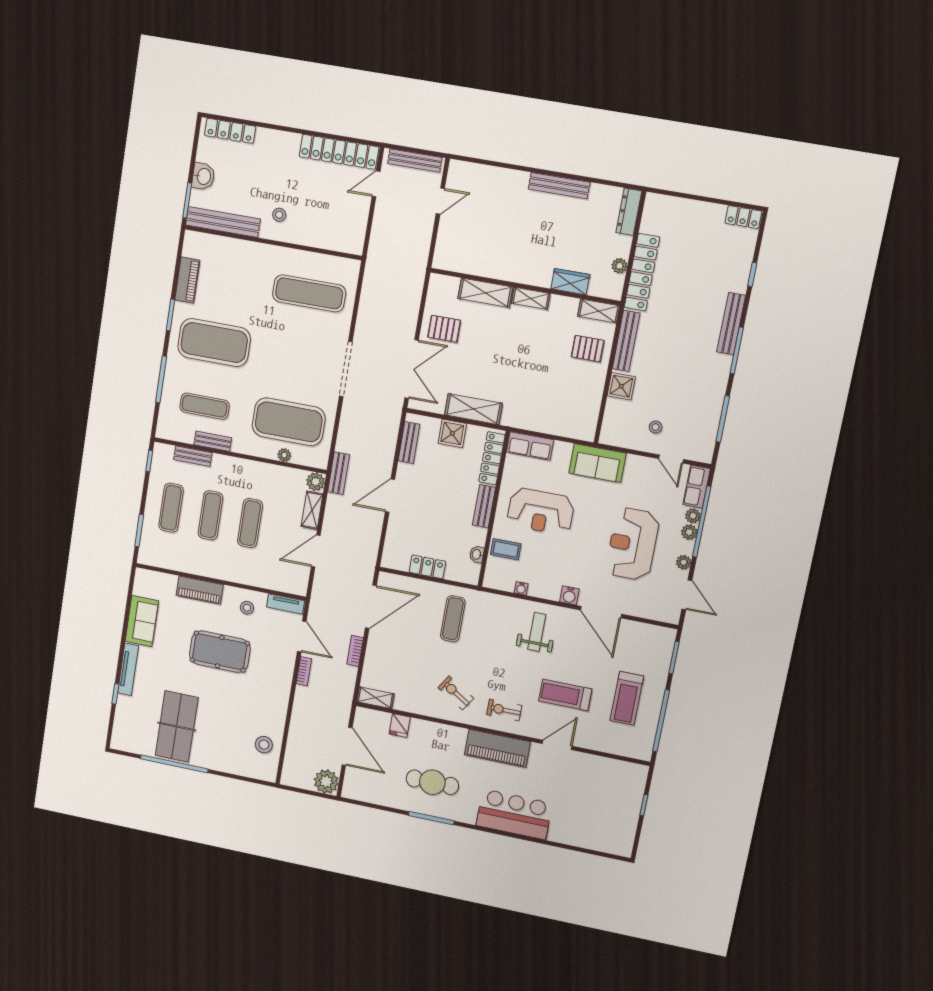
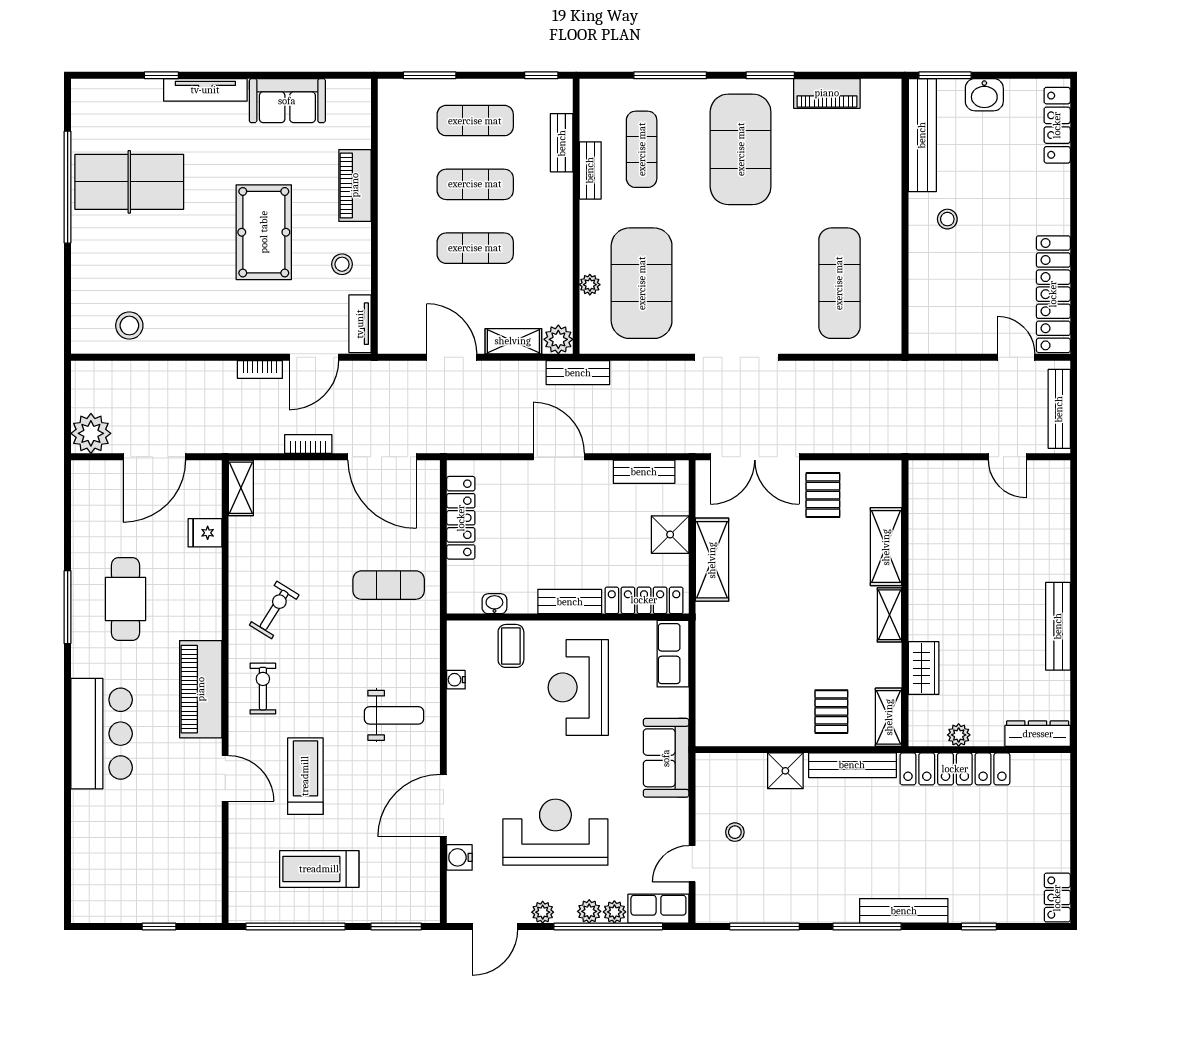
locker: (427, 567) -> (461, 518), width x1.53
water cooler: (569, 595) -> (459, 857), moved

